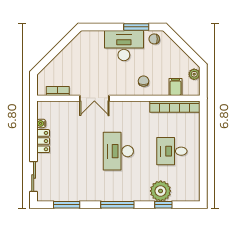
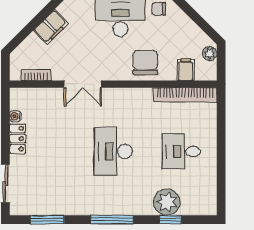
filing cabinet: (69, 53) -> (51, 27), added
chair: (144, 81) -> (145, 62), width x1.87, depth x1.87

